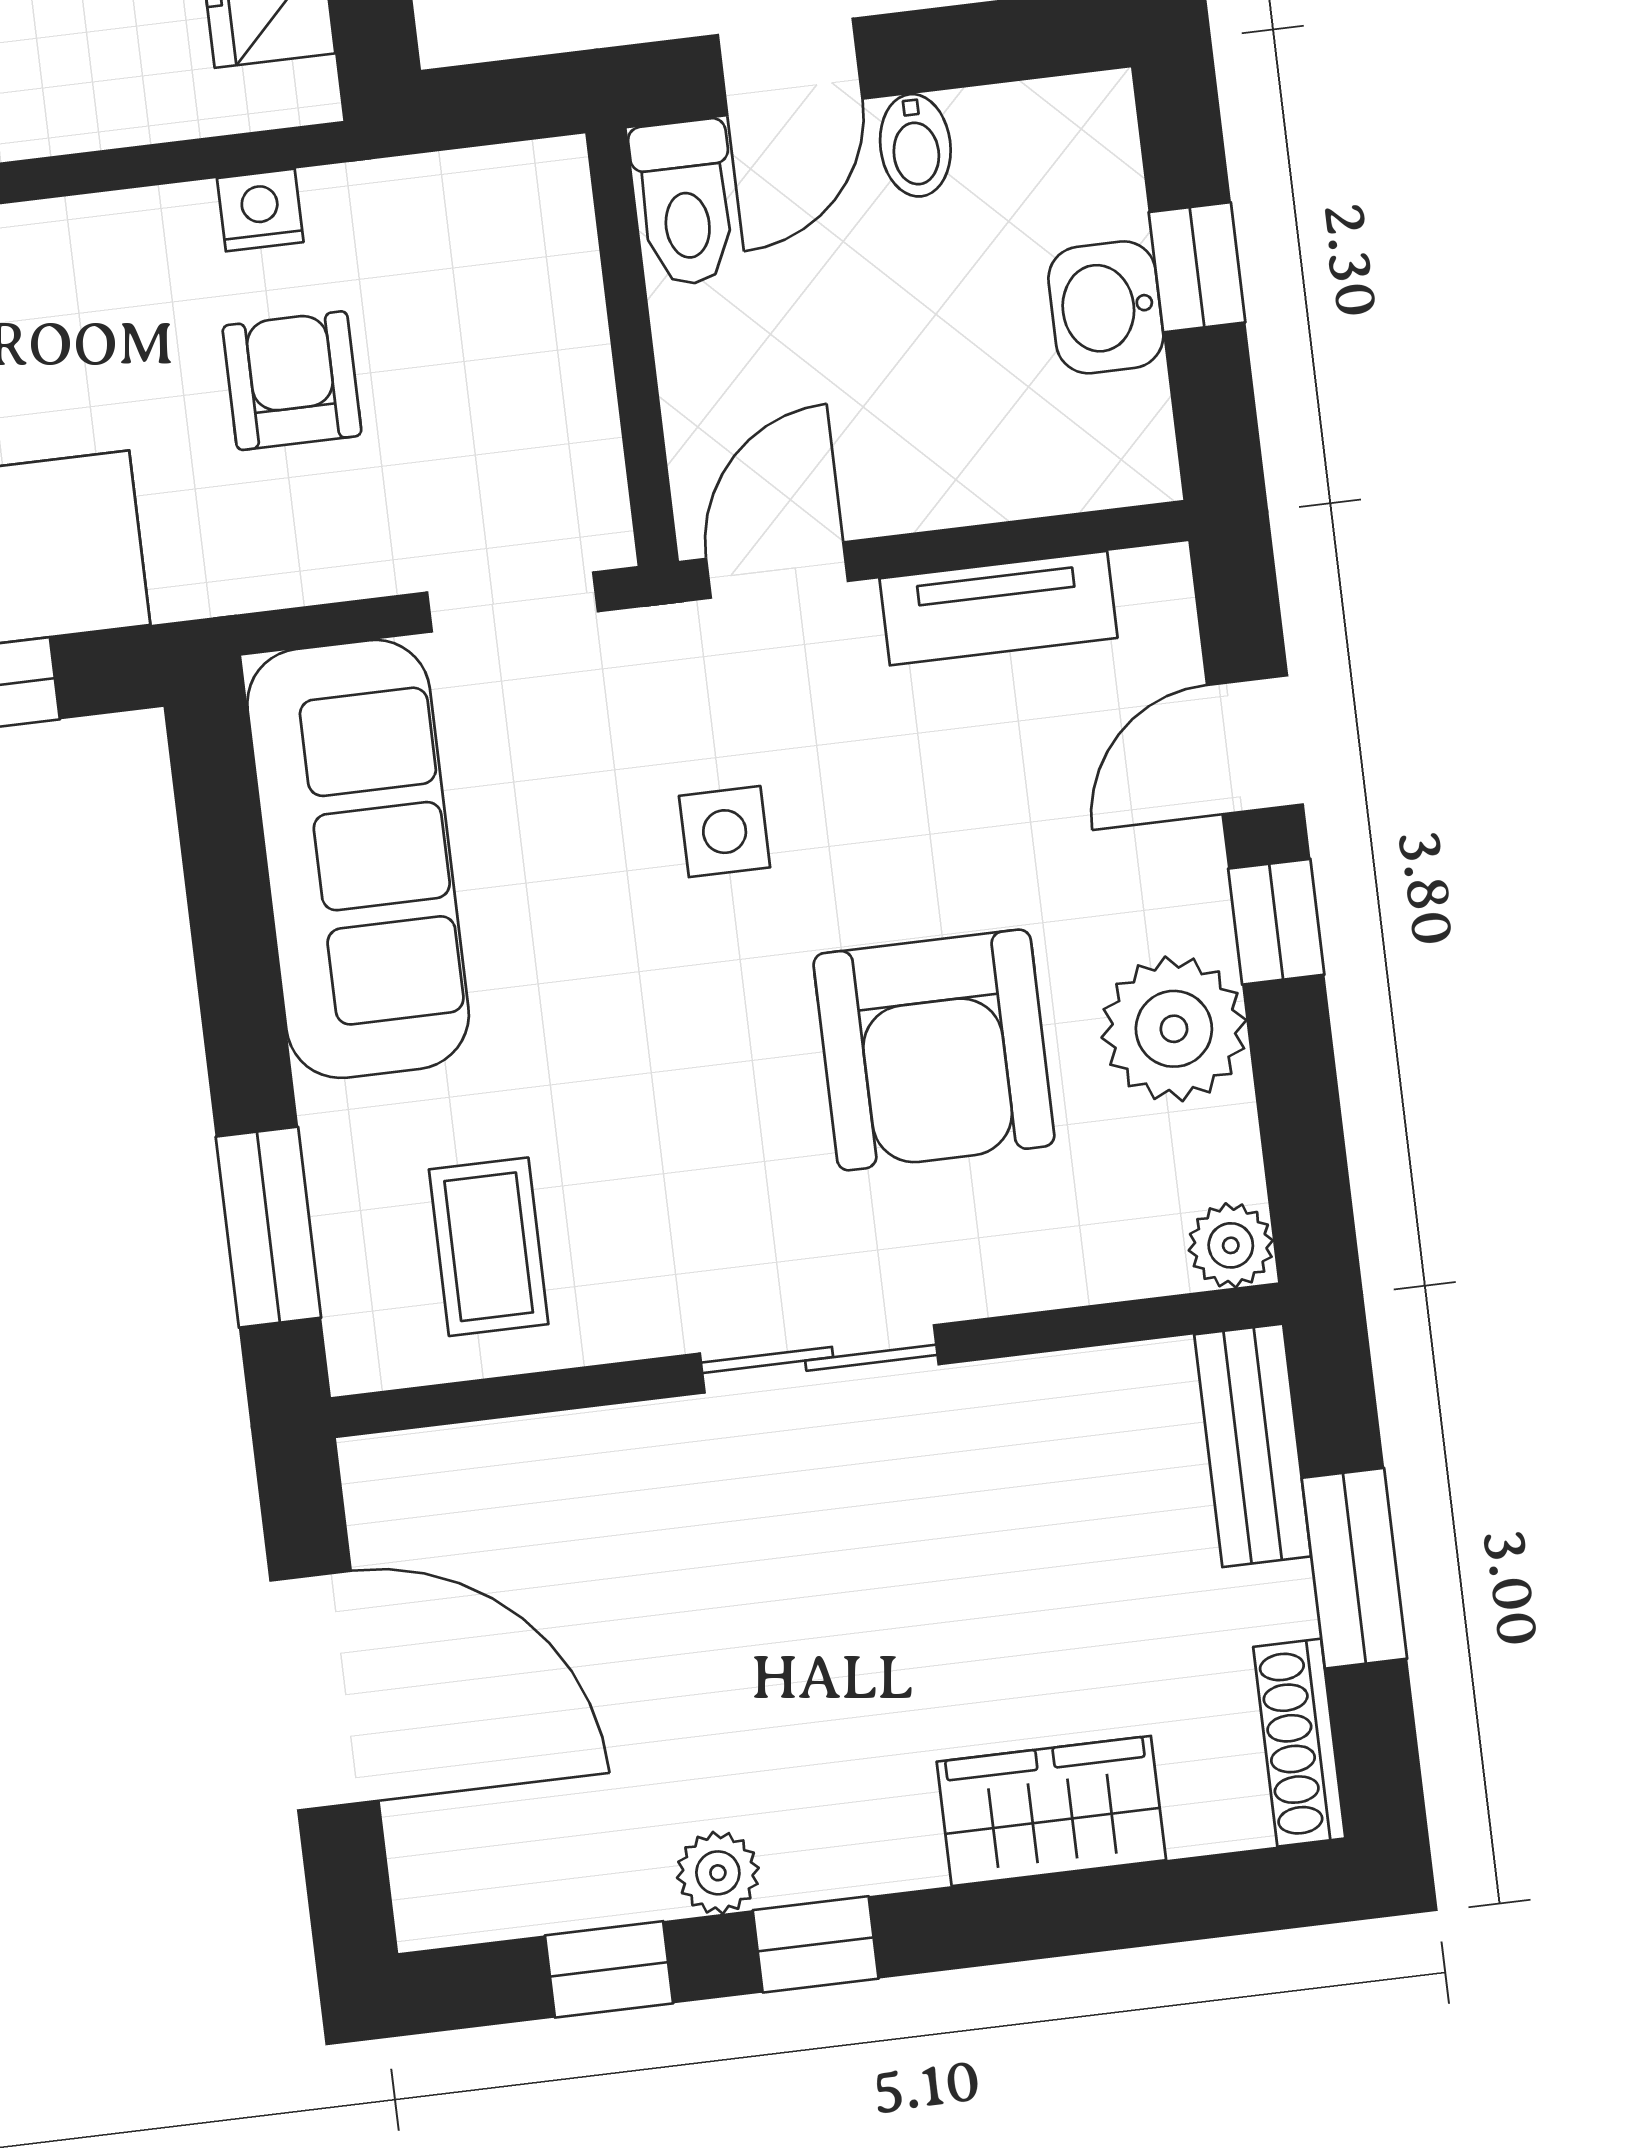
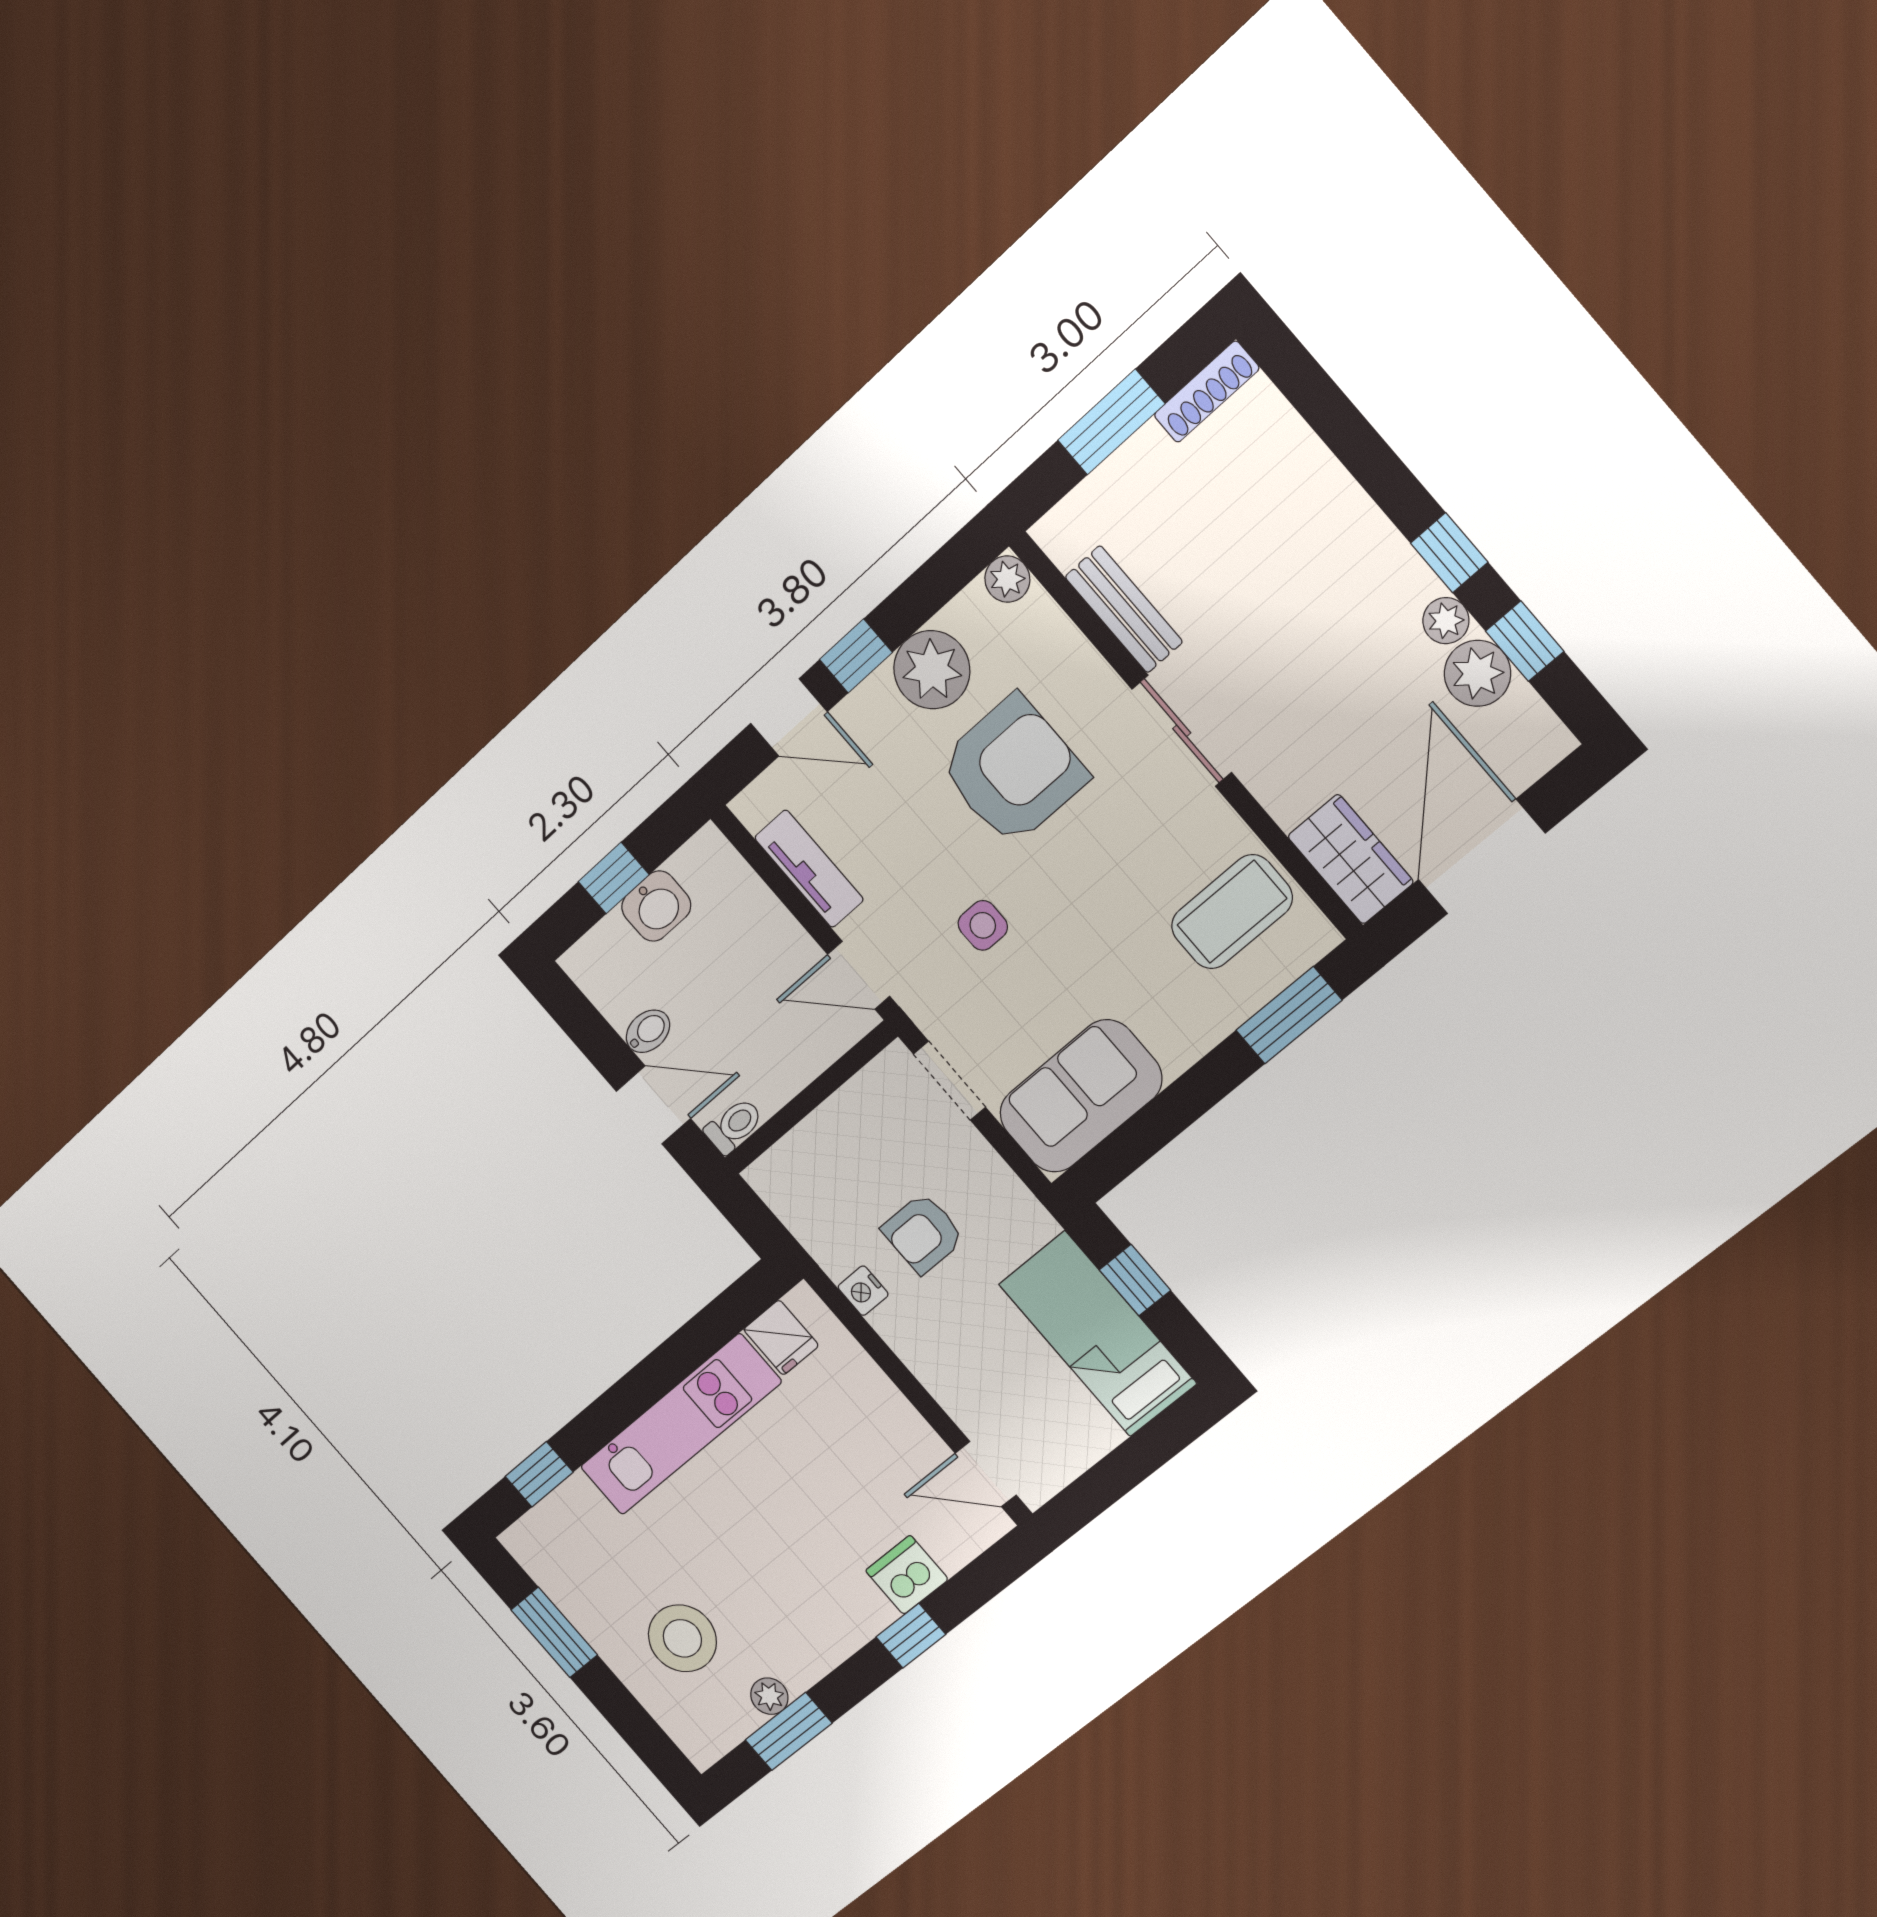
toilet: (685, 203) -> (734, 1126), width x0.73, depth x0.72
sofa: (358, 859) -> (1081, 1096), width x0.73
coffee table: (489, 1247) -> (1232, 912), width x1.36, depth x1.30
bench: (1253, 1445) -> (1124, 609), moved, turned 90
wardrobe: (1051, 1811) -> (1351, 859), moved, turned 180
plant: (607, 1868) -> (1478, 673), added

